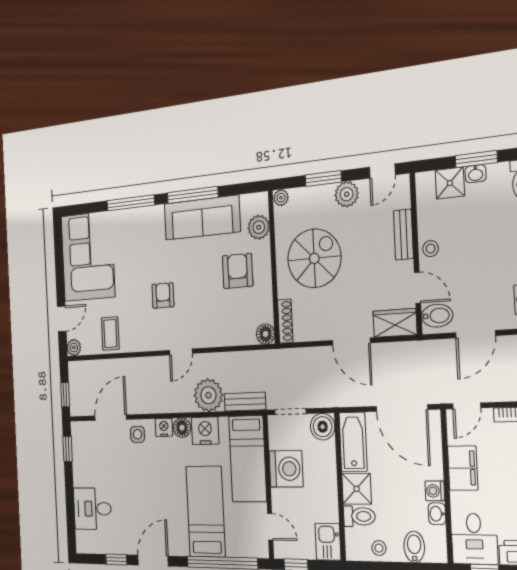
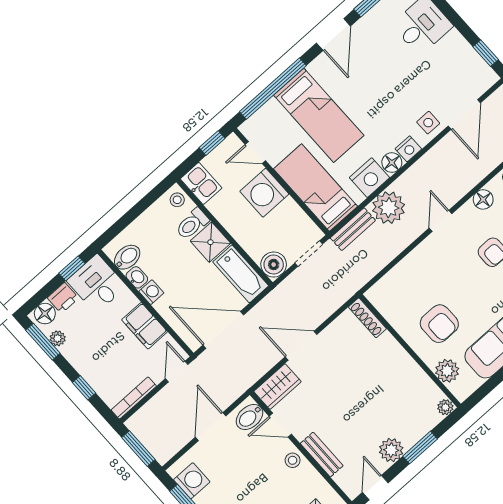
spiral stairs: (314, 258) -> (380, 383), removed
floor lamp: (266, 334) -> (483, 199), moved
washing machine: (286, 469) -> (264, 193), moved
bidet: (414, 547) -> (127, 257), moved, turned -90
stool: (379, 548) -> (177, 200), moved

